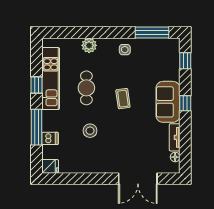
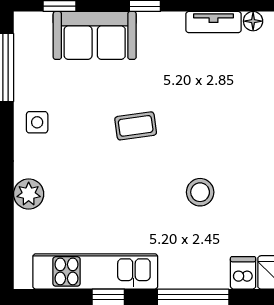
cafe table: (86, 88) -> (114, 199), removed
sofa: (168, 102) -> (95, 35), moved
dishwasher: (50, 138) -> (243, 273), moved

